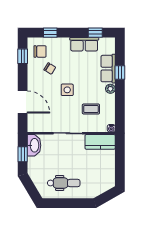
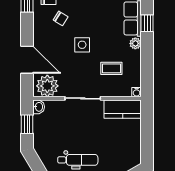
plant: (39, 123) -> (47, 86), added
washbasin: (34, 145) -> (39, 107), width x0.52, depth x0.69

